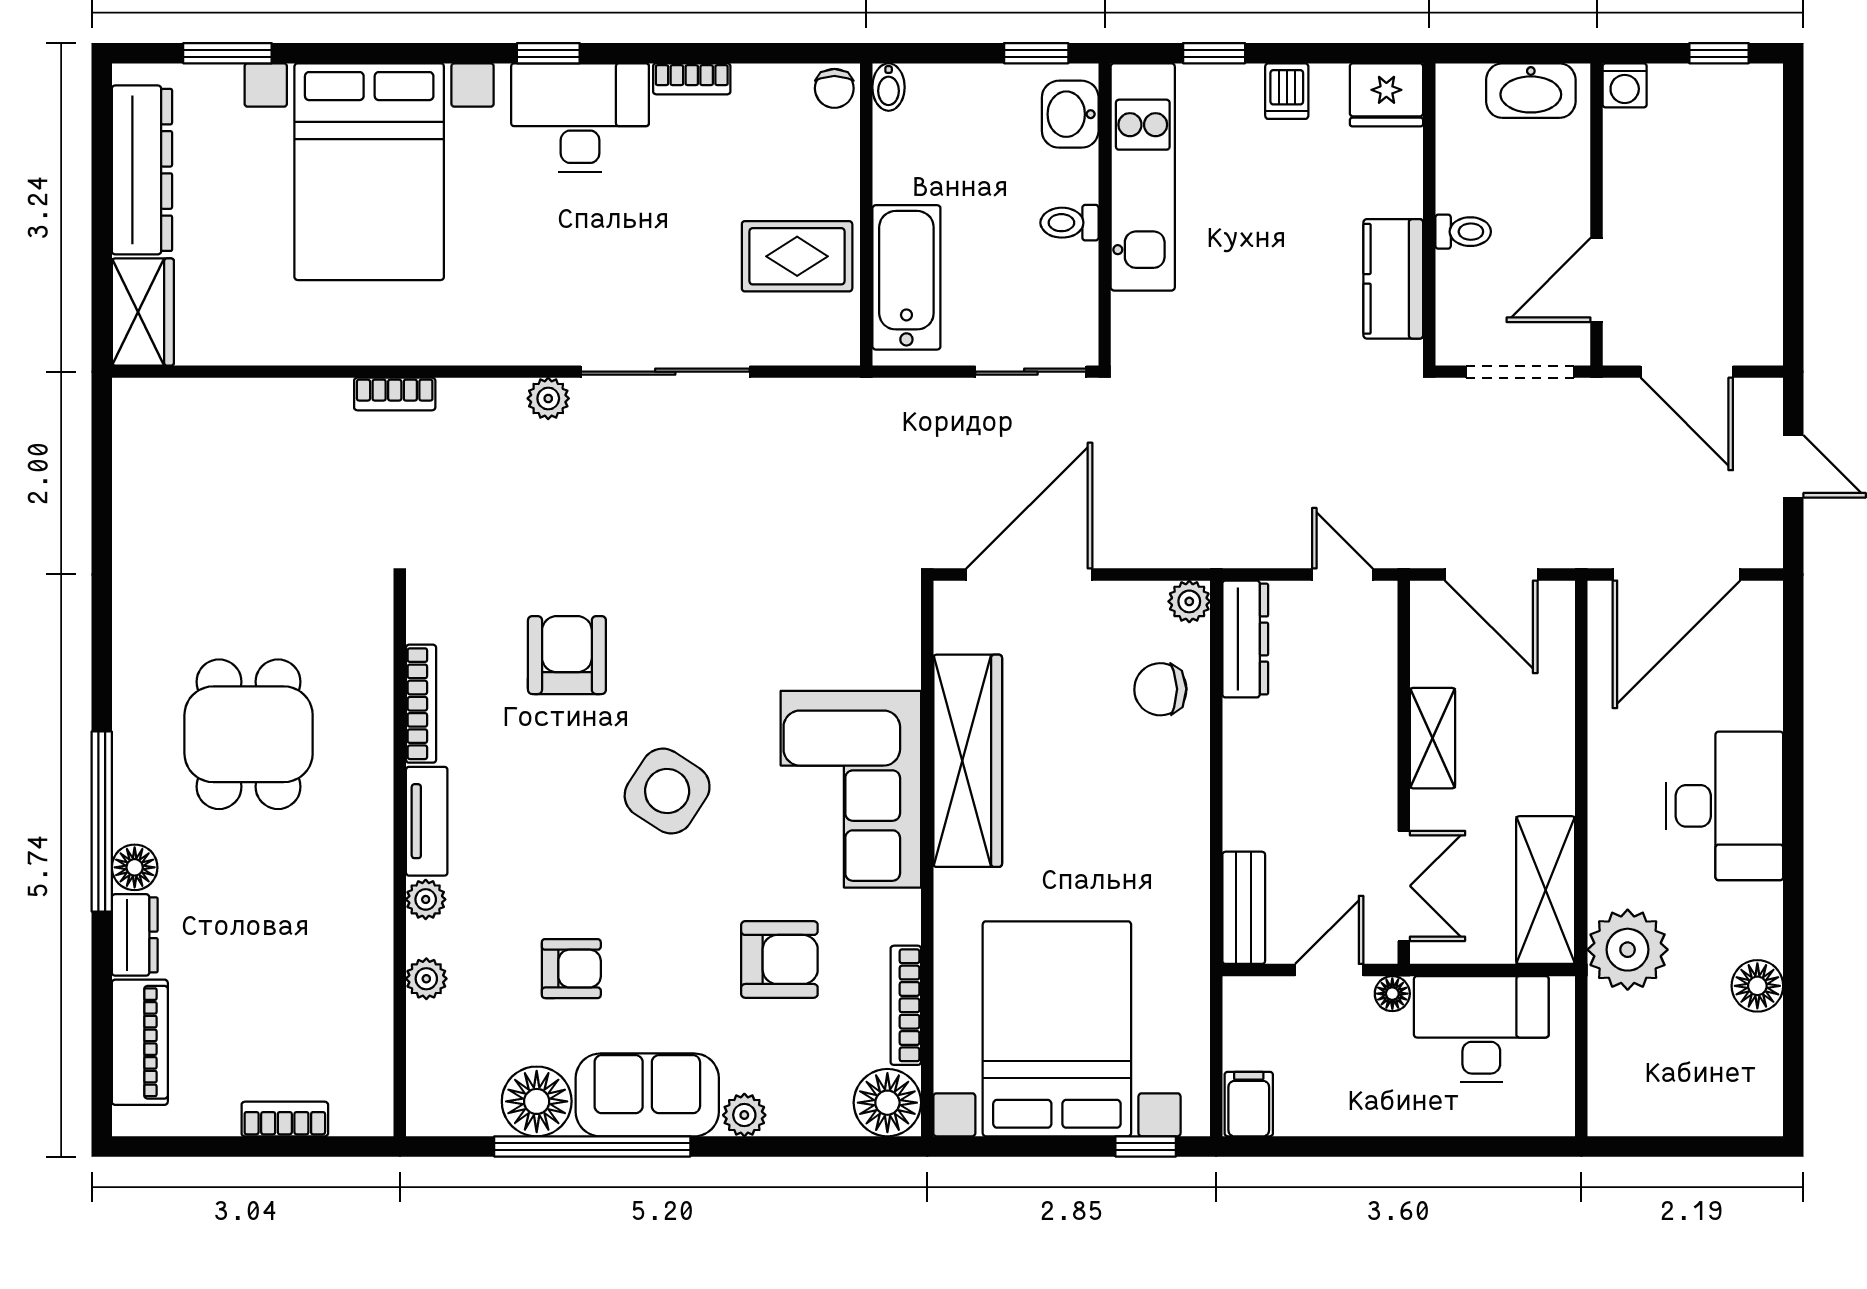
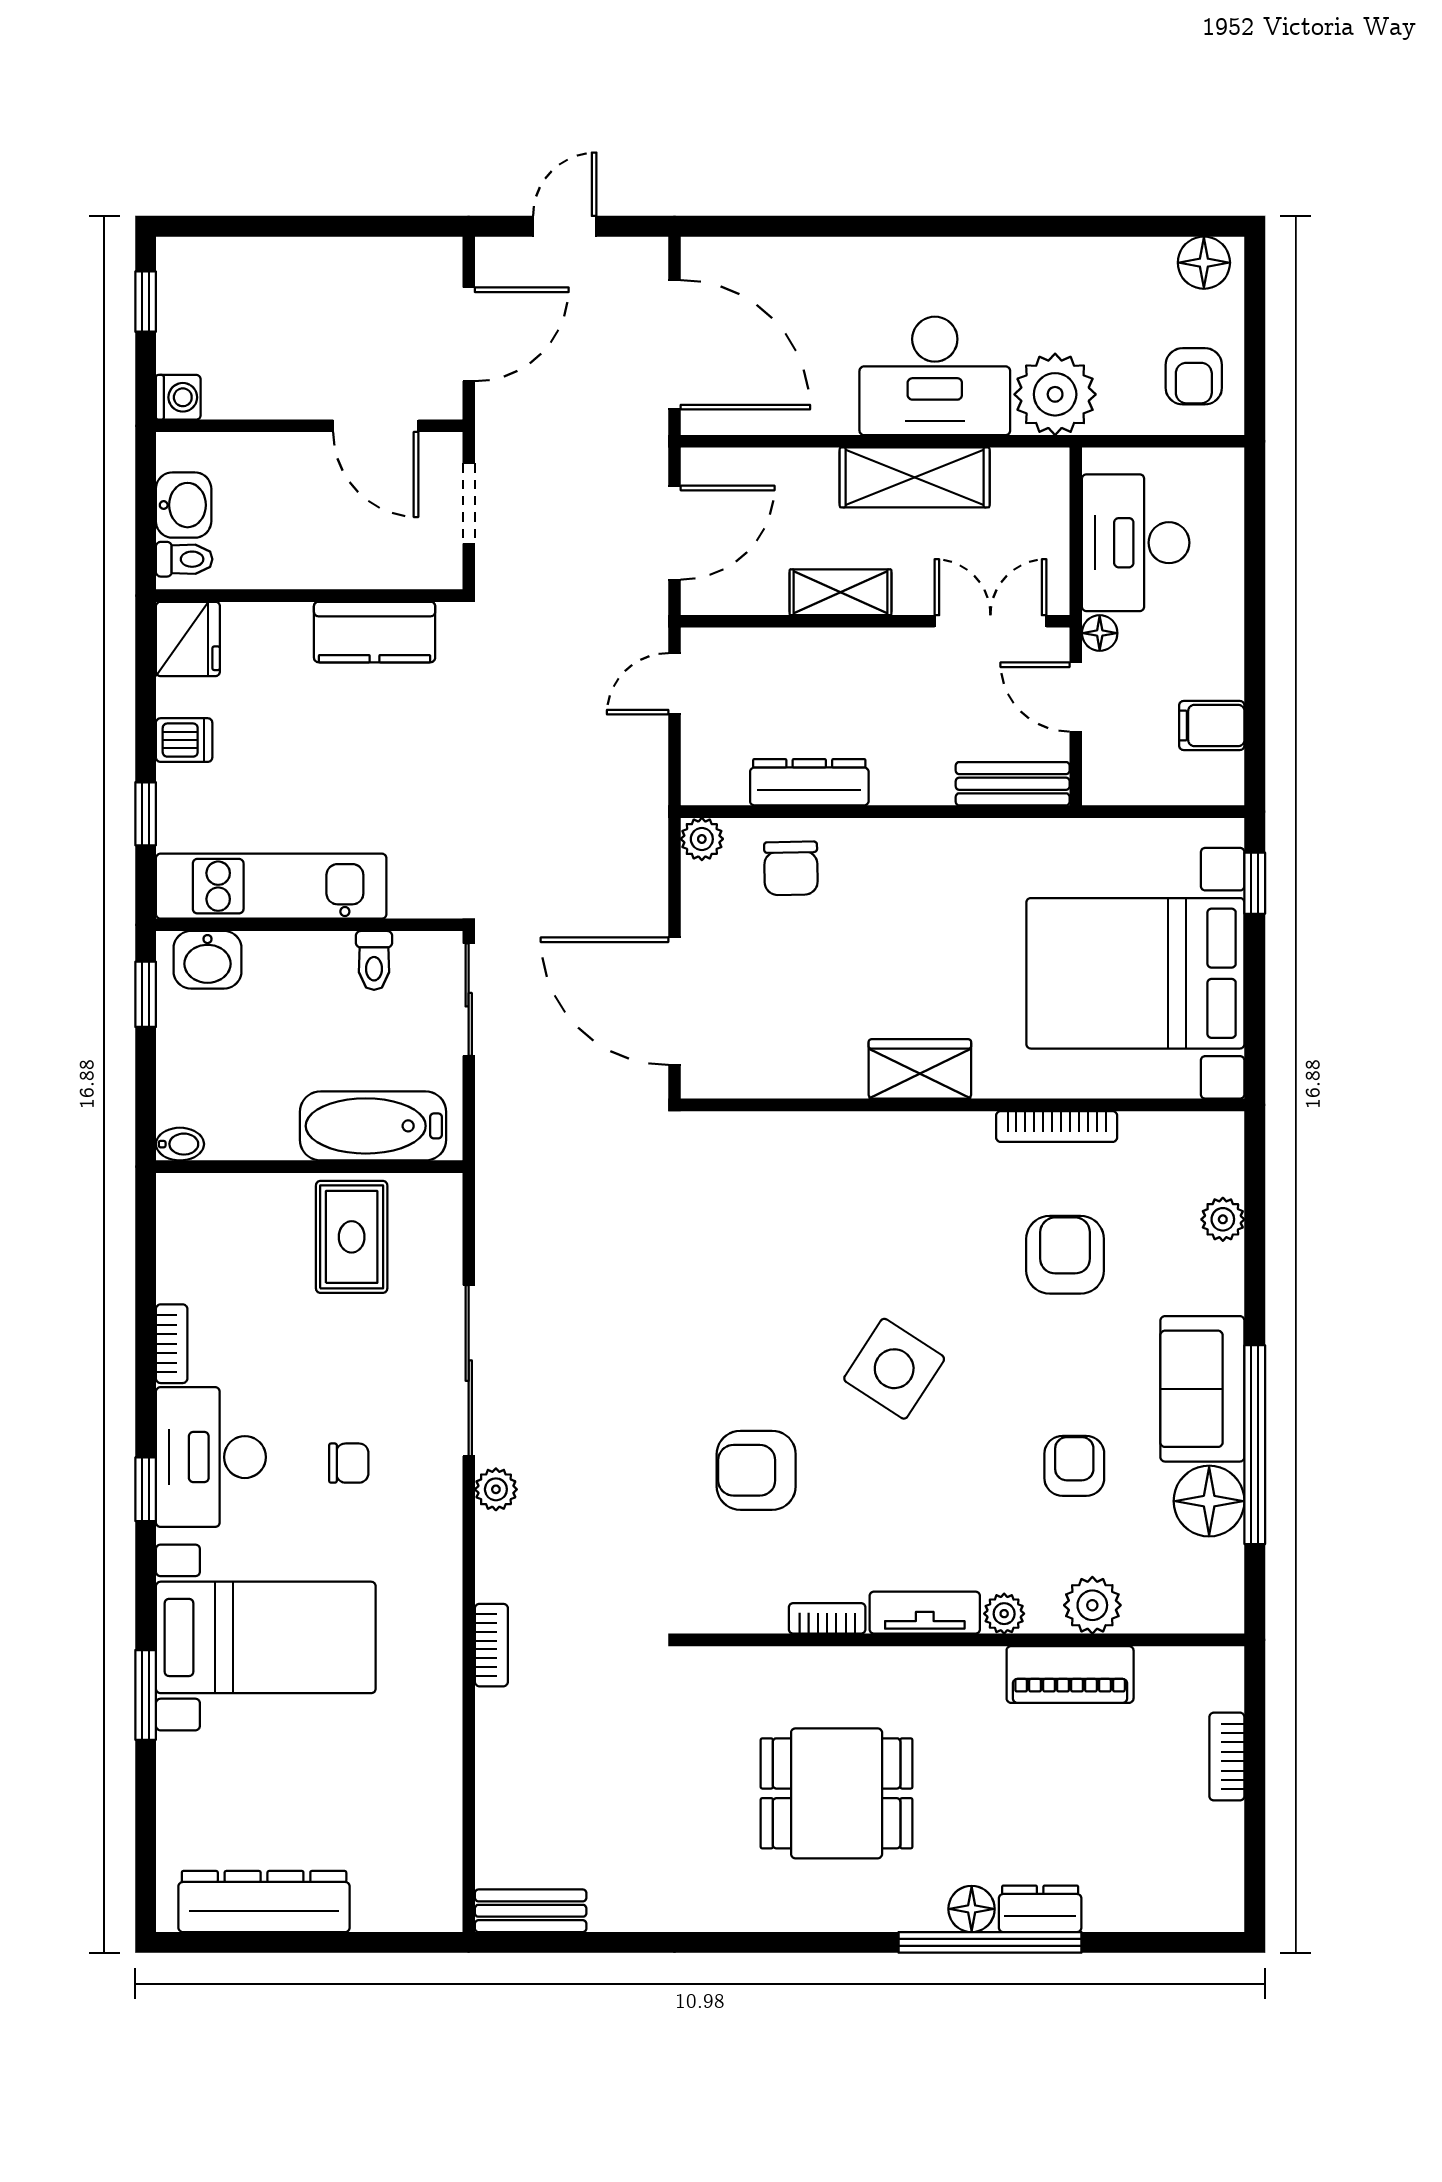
window: (227, 53) -> (146, 1695), moved
chair: (834, 88) -> (349, 1463), moved
washbasin: (1531, 91) -> (184, 505), width x0.72
bed with nightstands: (369, 172) -> (266, 1637), width x0.73
toilet: (1070, 223) -> (374, 960), moved
toilet: (1463, 232) -> (184, 559), moved, turned 90
wardrobe: (143, 312) -> (408, 1901), removed
doorway: (1520, 372) -> (469, 503), width x0.73
bench: (133, 433) -> (531, 1911), added
dresser: (1245, 639) -> (809, 782), moved
bookcase: (421, 704) -> (827, 1618), width x0.64
wardrobe: (968, 761) -> (920, 1069), width x0.48, depth x0.85
corner sofa: (851, 789) -> (892, 1182), removed
desk: (1725, 806) -> (935, 376), moved, turned 180
window: (102, 821) -> (990, 1942), moved
shelving: (1546, 890) -> (915, 477), moved
plant: (426, 979) -> (1092, 1605), width x1.38, depth x1.38
floor lamp: (1757, 986) -> (1204, 263), moved
bookcase: (906, 1005) -> (1057, 1127), moved
piano: (140, 1042) -> (1070, 1674), moved, turned 180
armchair: (1645, 1086) -> (1194, 376), added
floor lamp: (887, 1103) -> (1210, 1145), removed
filing cabinet: (1249, 1104) -> (1212, 725), moved
plant: (744, 1115) -> (1223, 1219), moved

